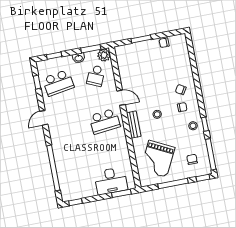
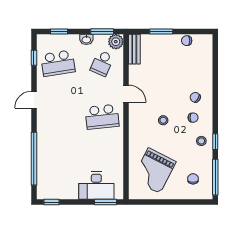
bench: (134, 125) -> (134, 49), moved
window: (203, 178) -> (201, 202), removed
window: (173, 183) -> (166, 202), removed

